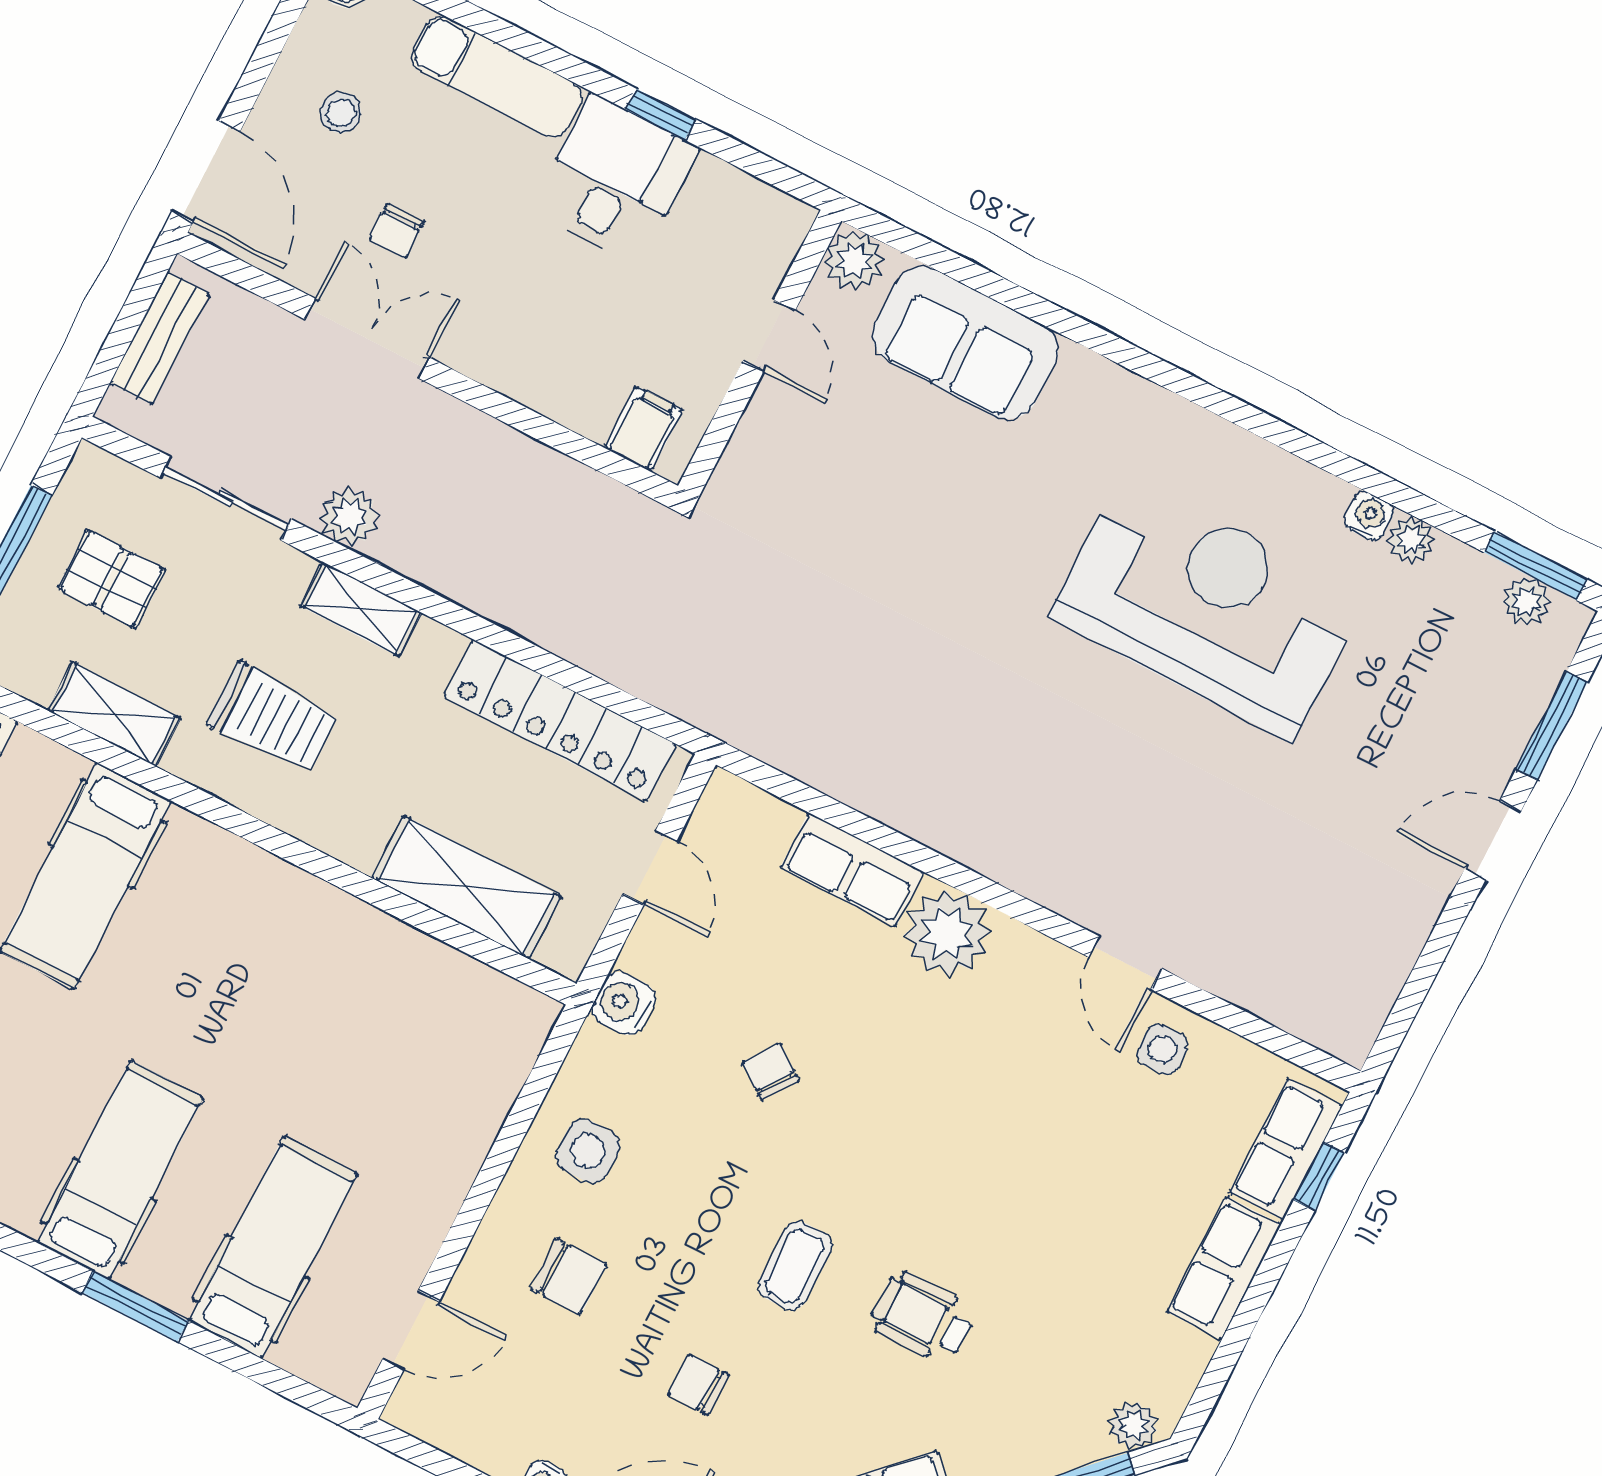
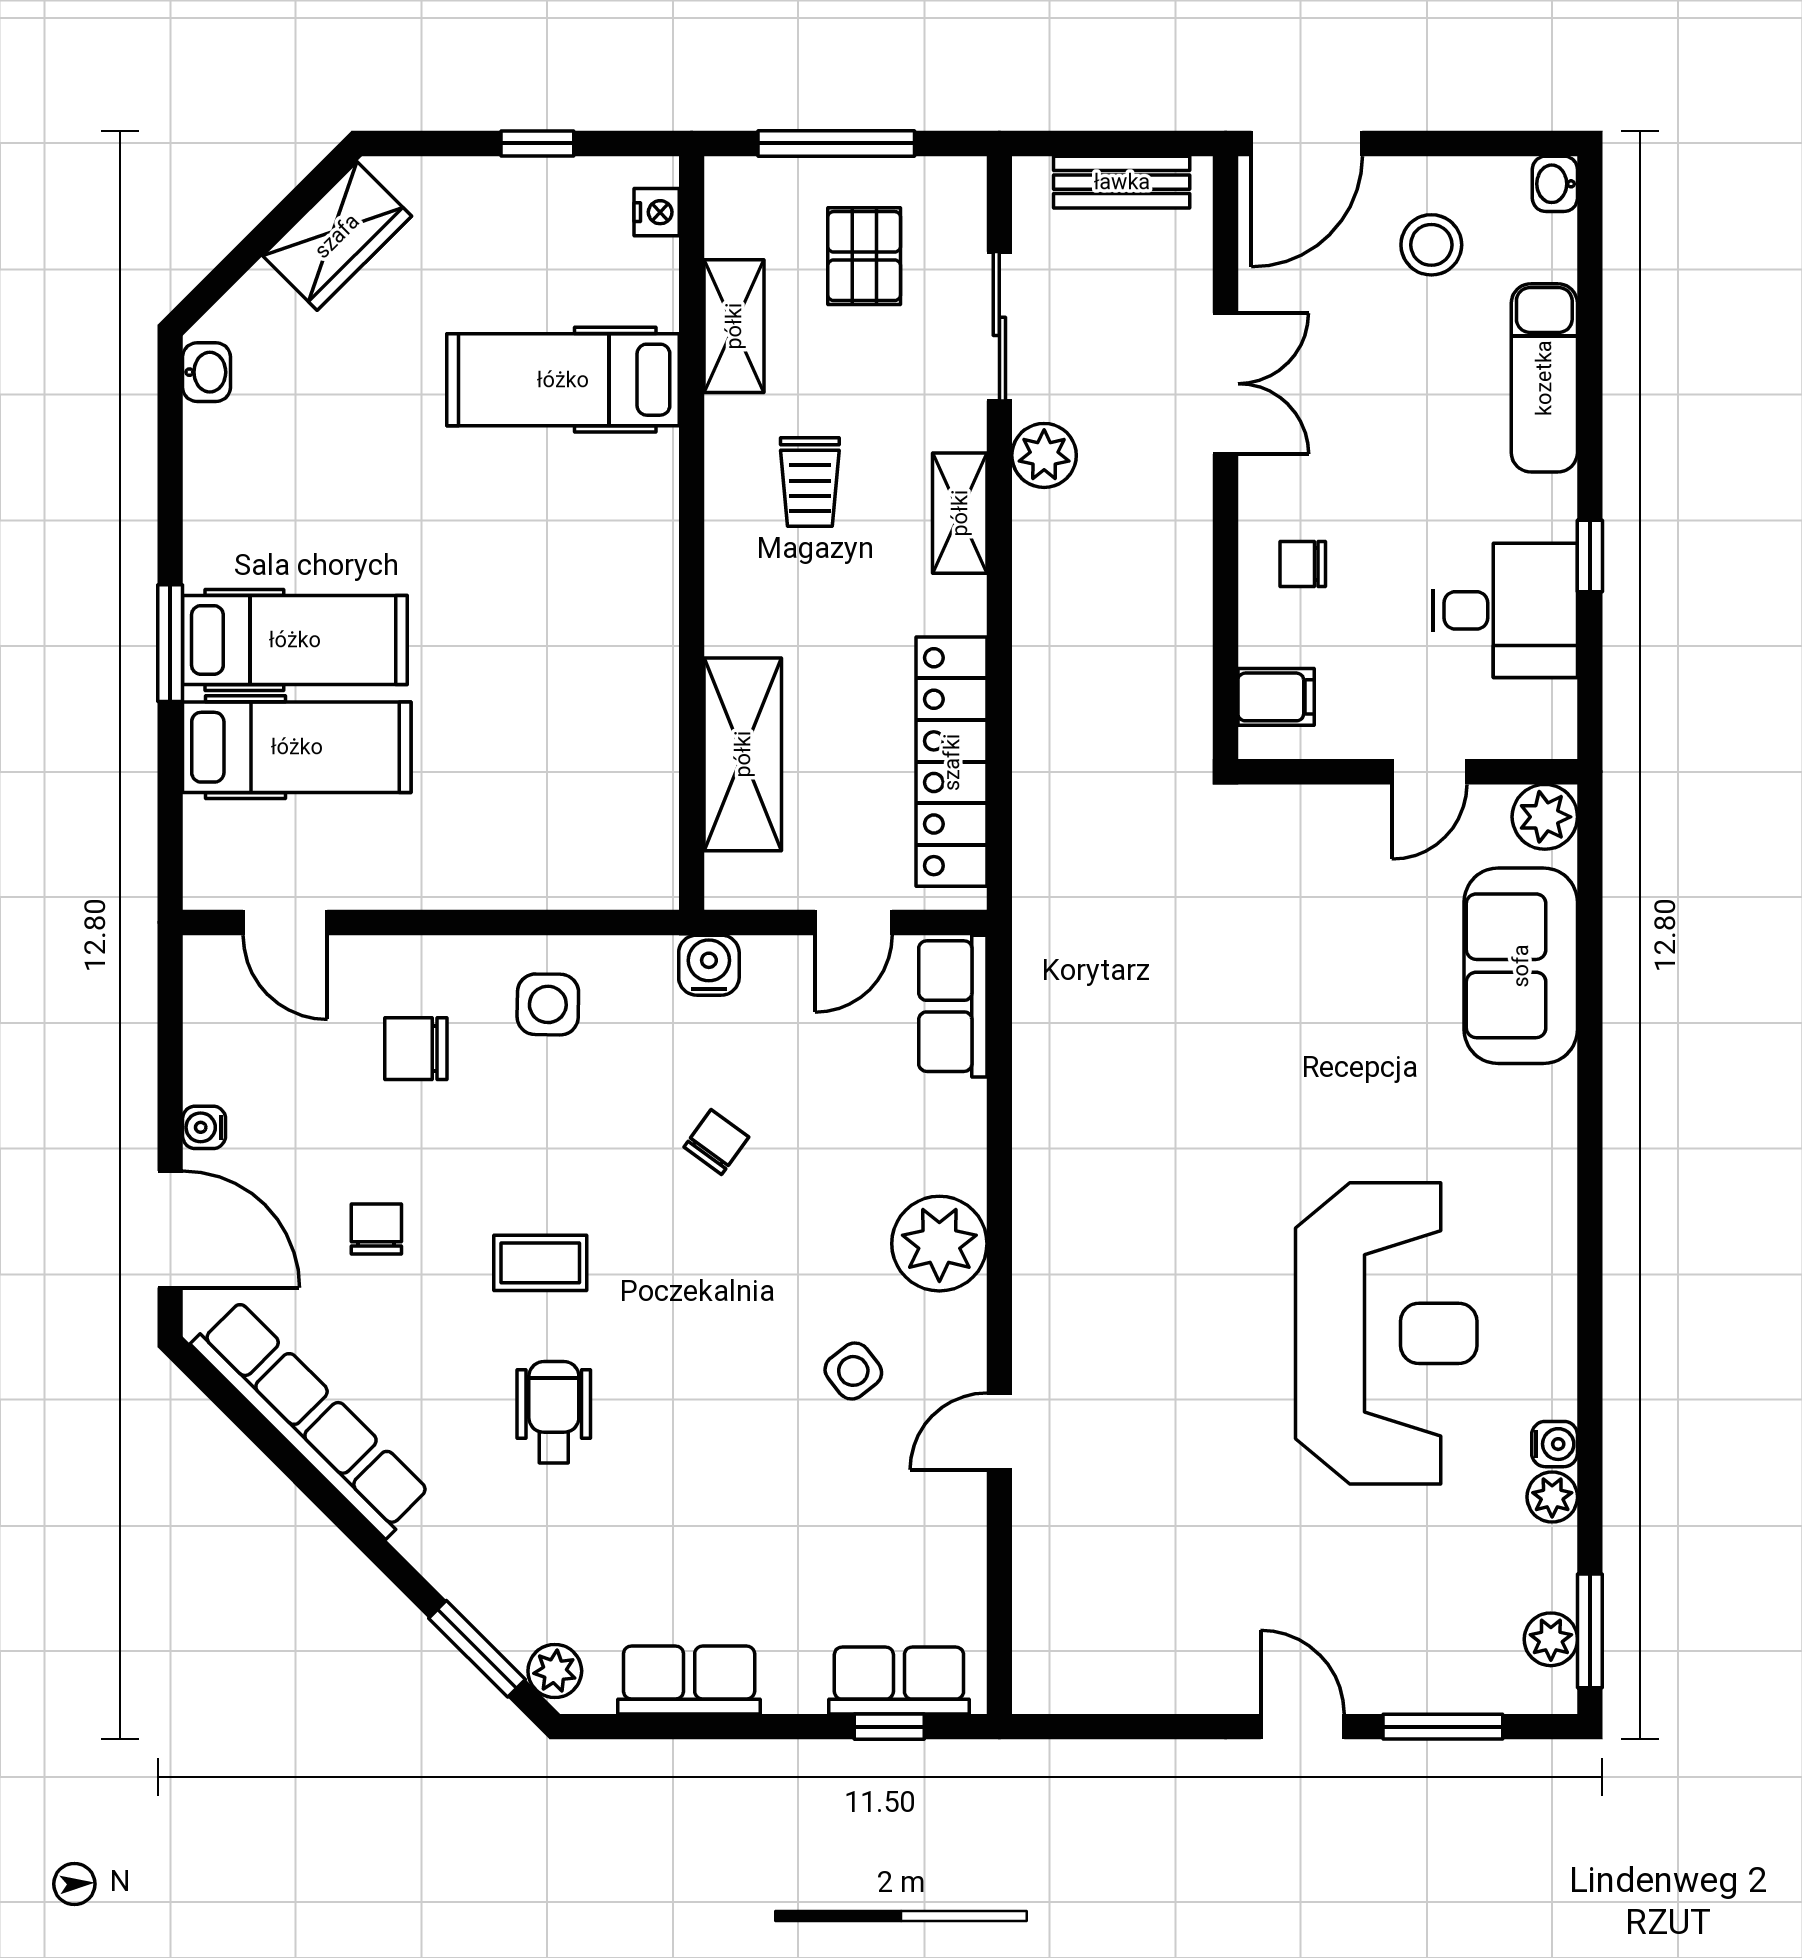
stool: (341, 113) -> (1431, 245), width x1.37, depth x1.37
desk: (615, 179) -> (1505, 610), moved
chair: (396, 230) -> (1303, 564), moved
trolley: (273, 718) -> (810, 482), width x0.73, depth x0.72
row of seats: (852, 870) -> (953, 1006), moved
side table: (1162, 1049) -> (853, 1371), moved, turned -36
hospital bed: (120, 1170) -> (295, 640), moved
row of seats: (1224, 1268) -> (689, 1680), moved
chair: (569, 1277) -> (416, 1049), turned 90

